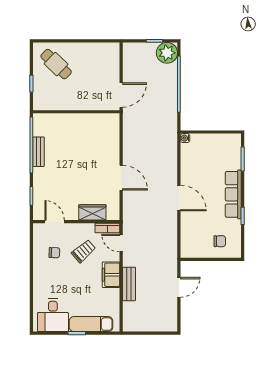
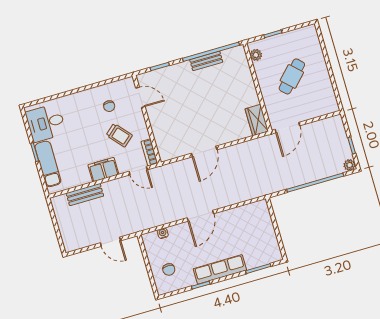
plant: (167, 53) -> (350, 165), width x0.53, depth x0.53
cafe table: (56, 64) -> (292, 76), moved
door: (121, 95) -> (287, 128), hinge flipped
plant: (46, 105) -> (256, 55), added
water cooler: (185, 138) -> (163, 233), moved
wardrobe: (92, 212) -> (257, 120), moved, turned 180
door: (55, 222) -> (140, 97), hinge flipped
door: (121, 243) -> (138, 171), swing flipped
bench: (129, 284) -> (85, 195), moved

